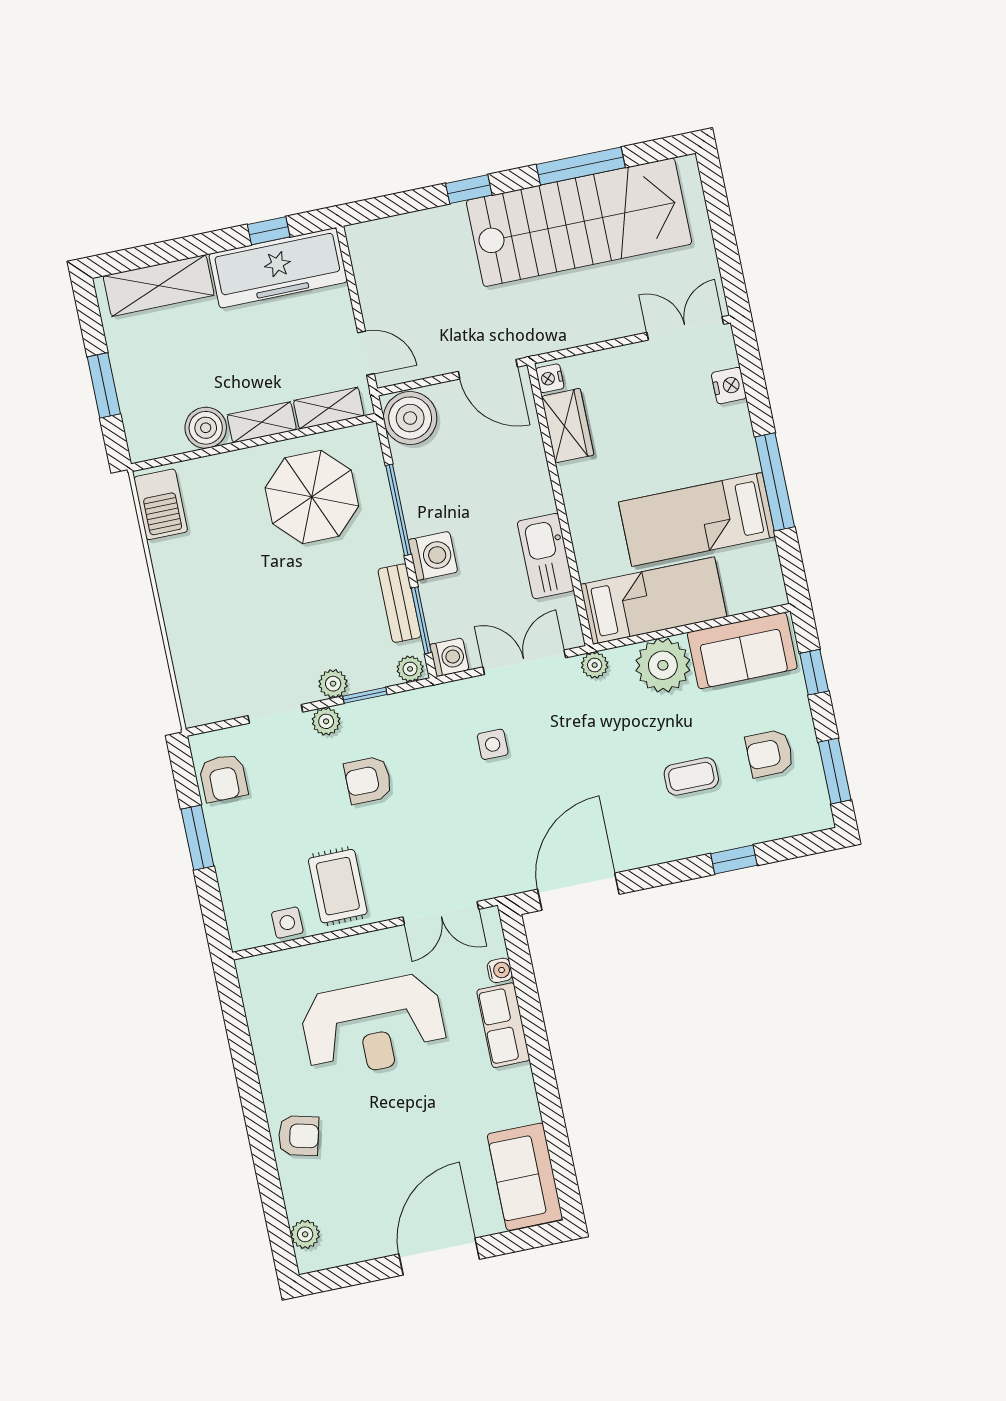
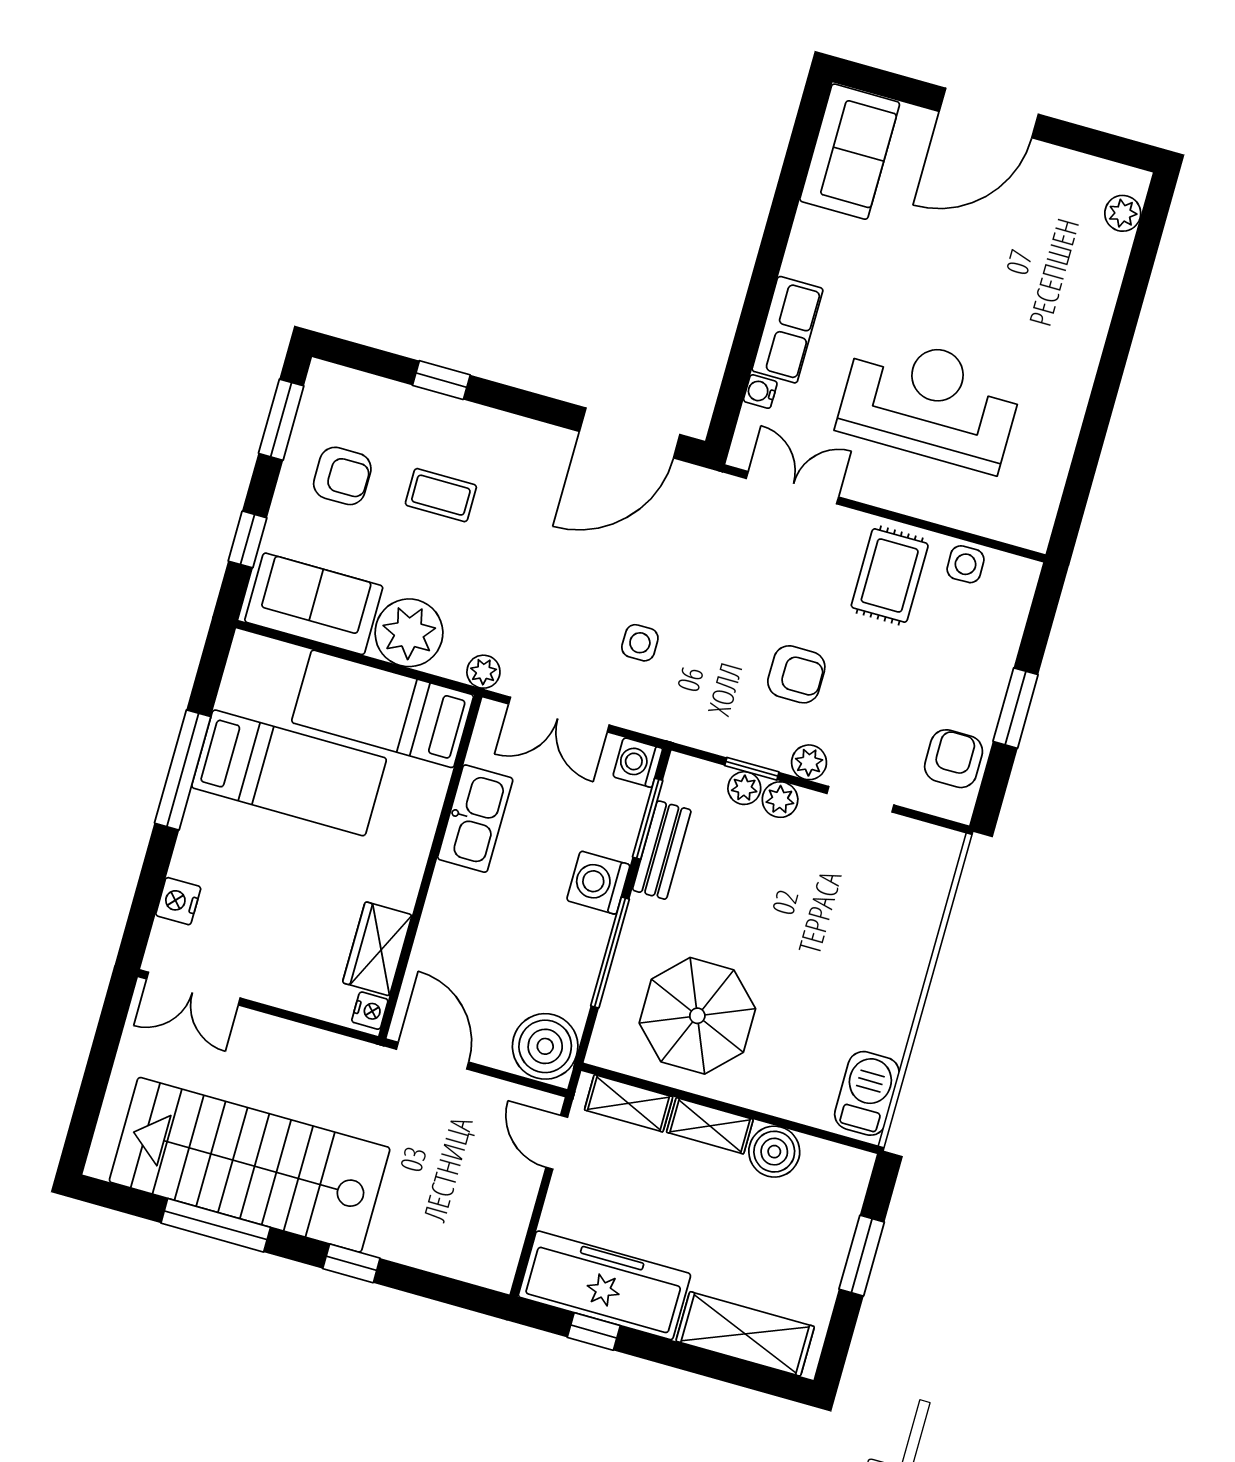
plant: (410, 669) -> (744, 788), moved
armchair: (299, 1136) -> (1074, 325), removed

